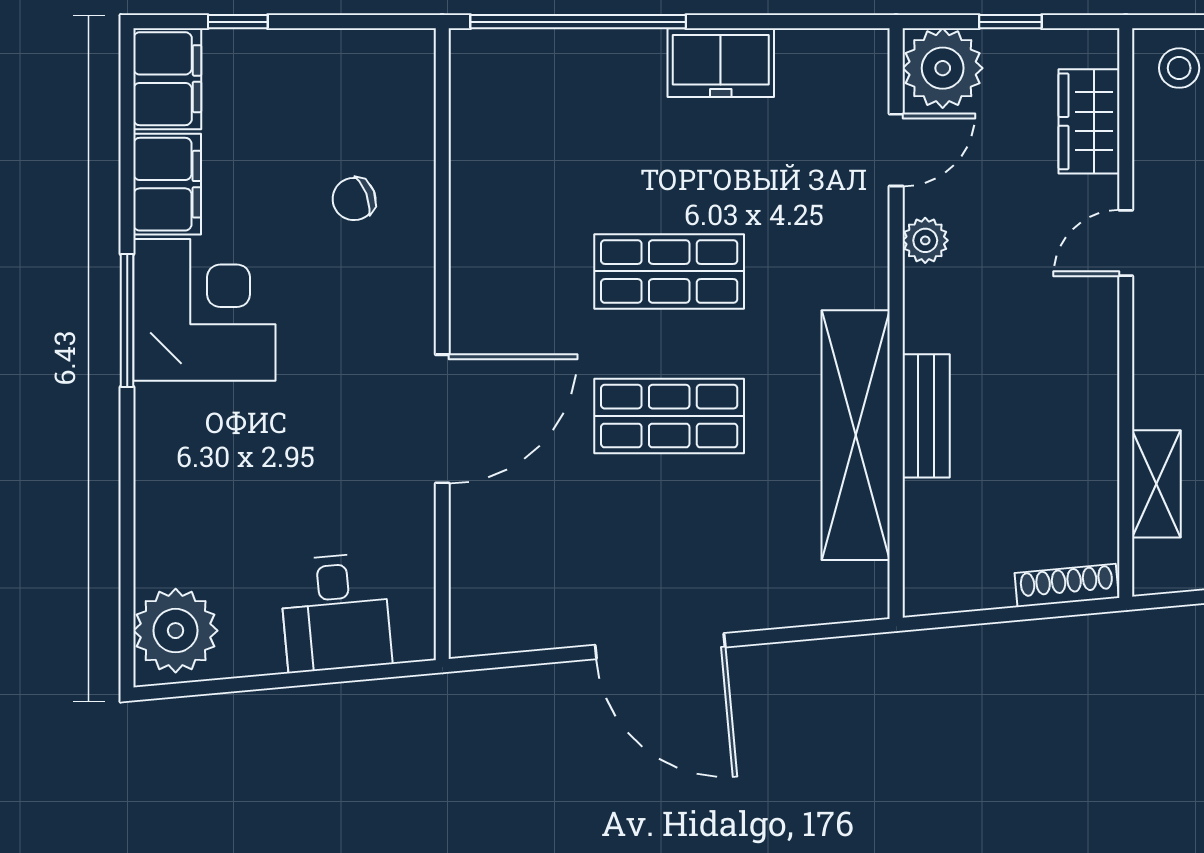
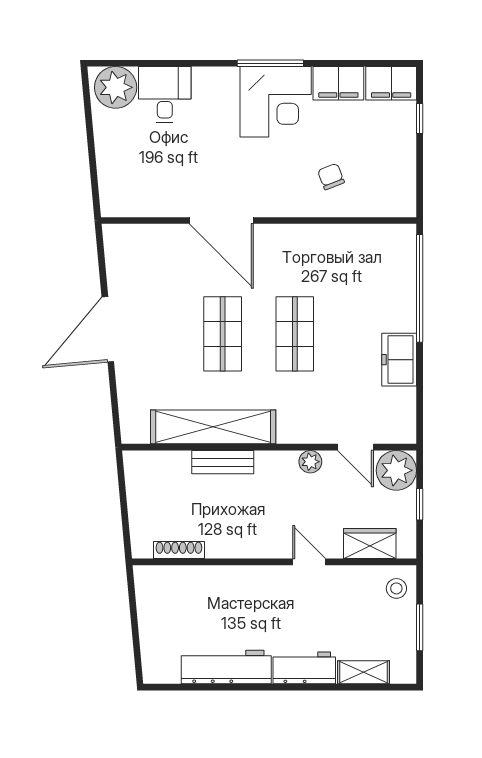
shelving: (1156, 484) -> (189, 577), removed
shoe rack: (1067, 585) -> (179, 550), moved, turned -85
desk: (336, 613) -> (165, 95), moved, turned 95

